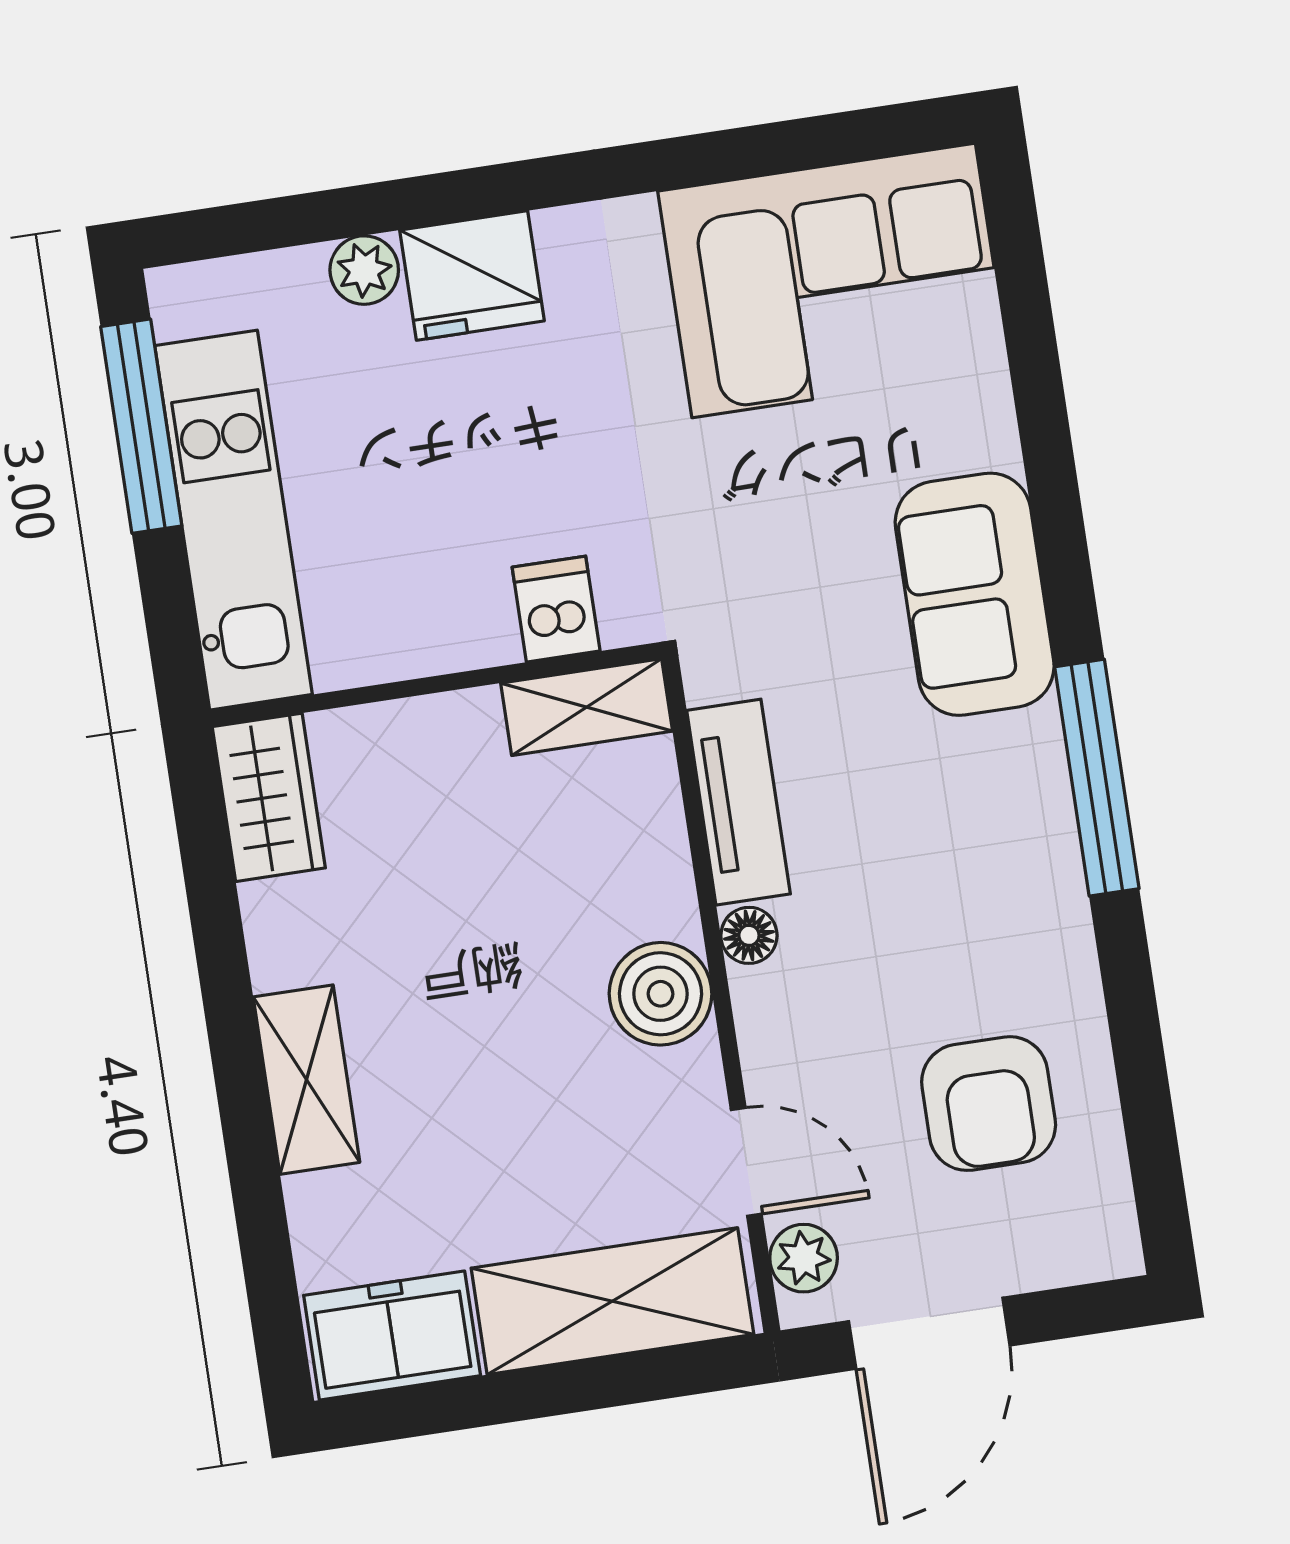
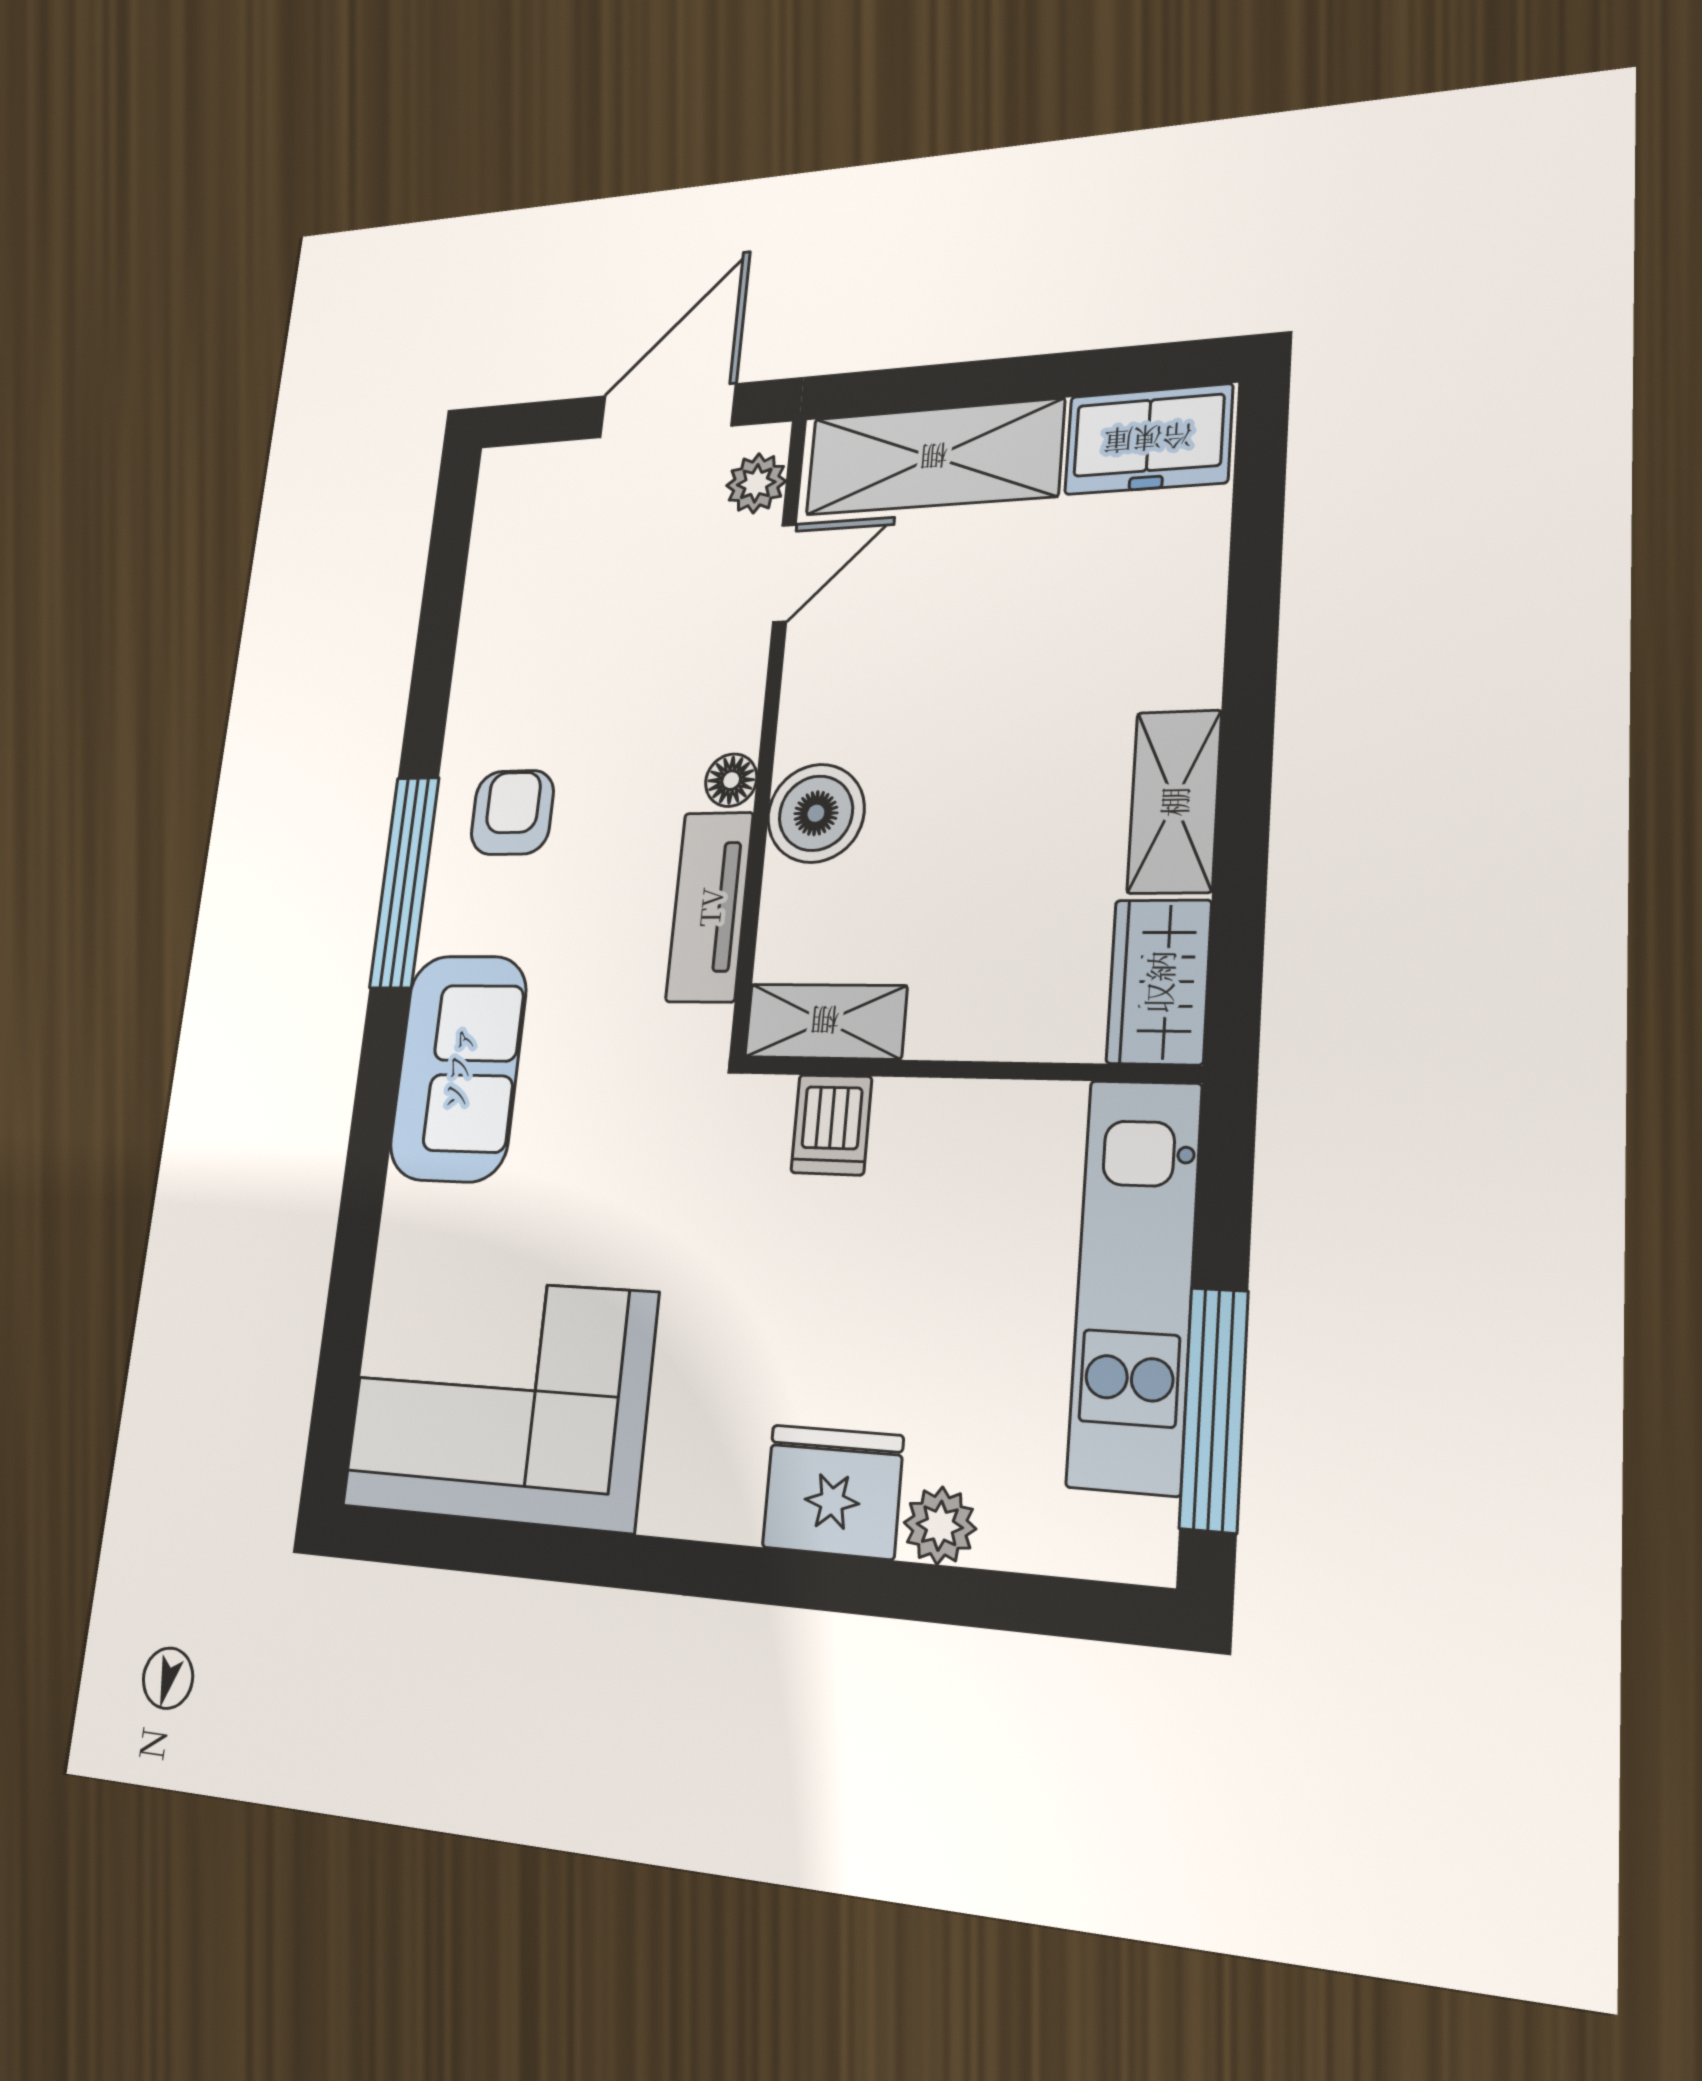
boiler: (661, 994) -> (816, 813), moved
shelving: (306, 1080) -> (1174, 802), moved
armchair: (989, 1104) -> (512, 813), moved, width x0.72, depth x0.72
door: (746, 1162) -> (784, 573), swing flipped

